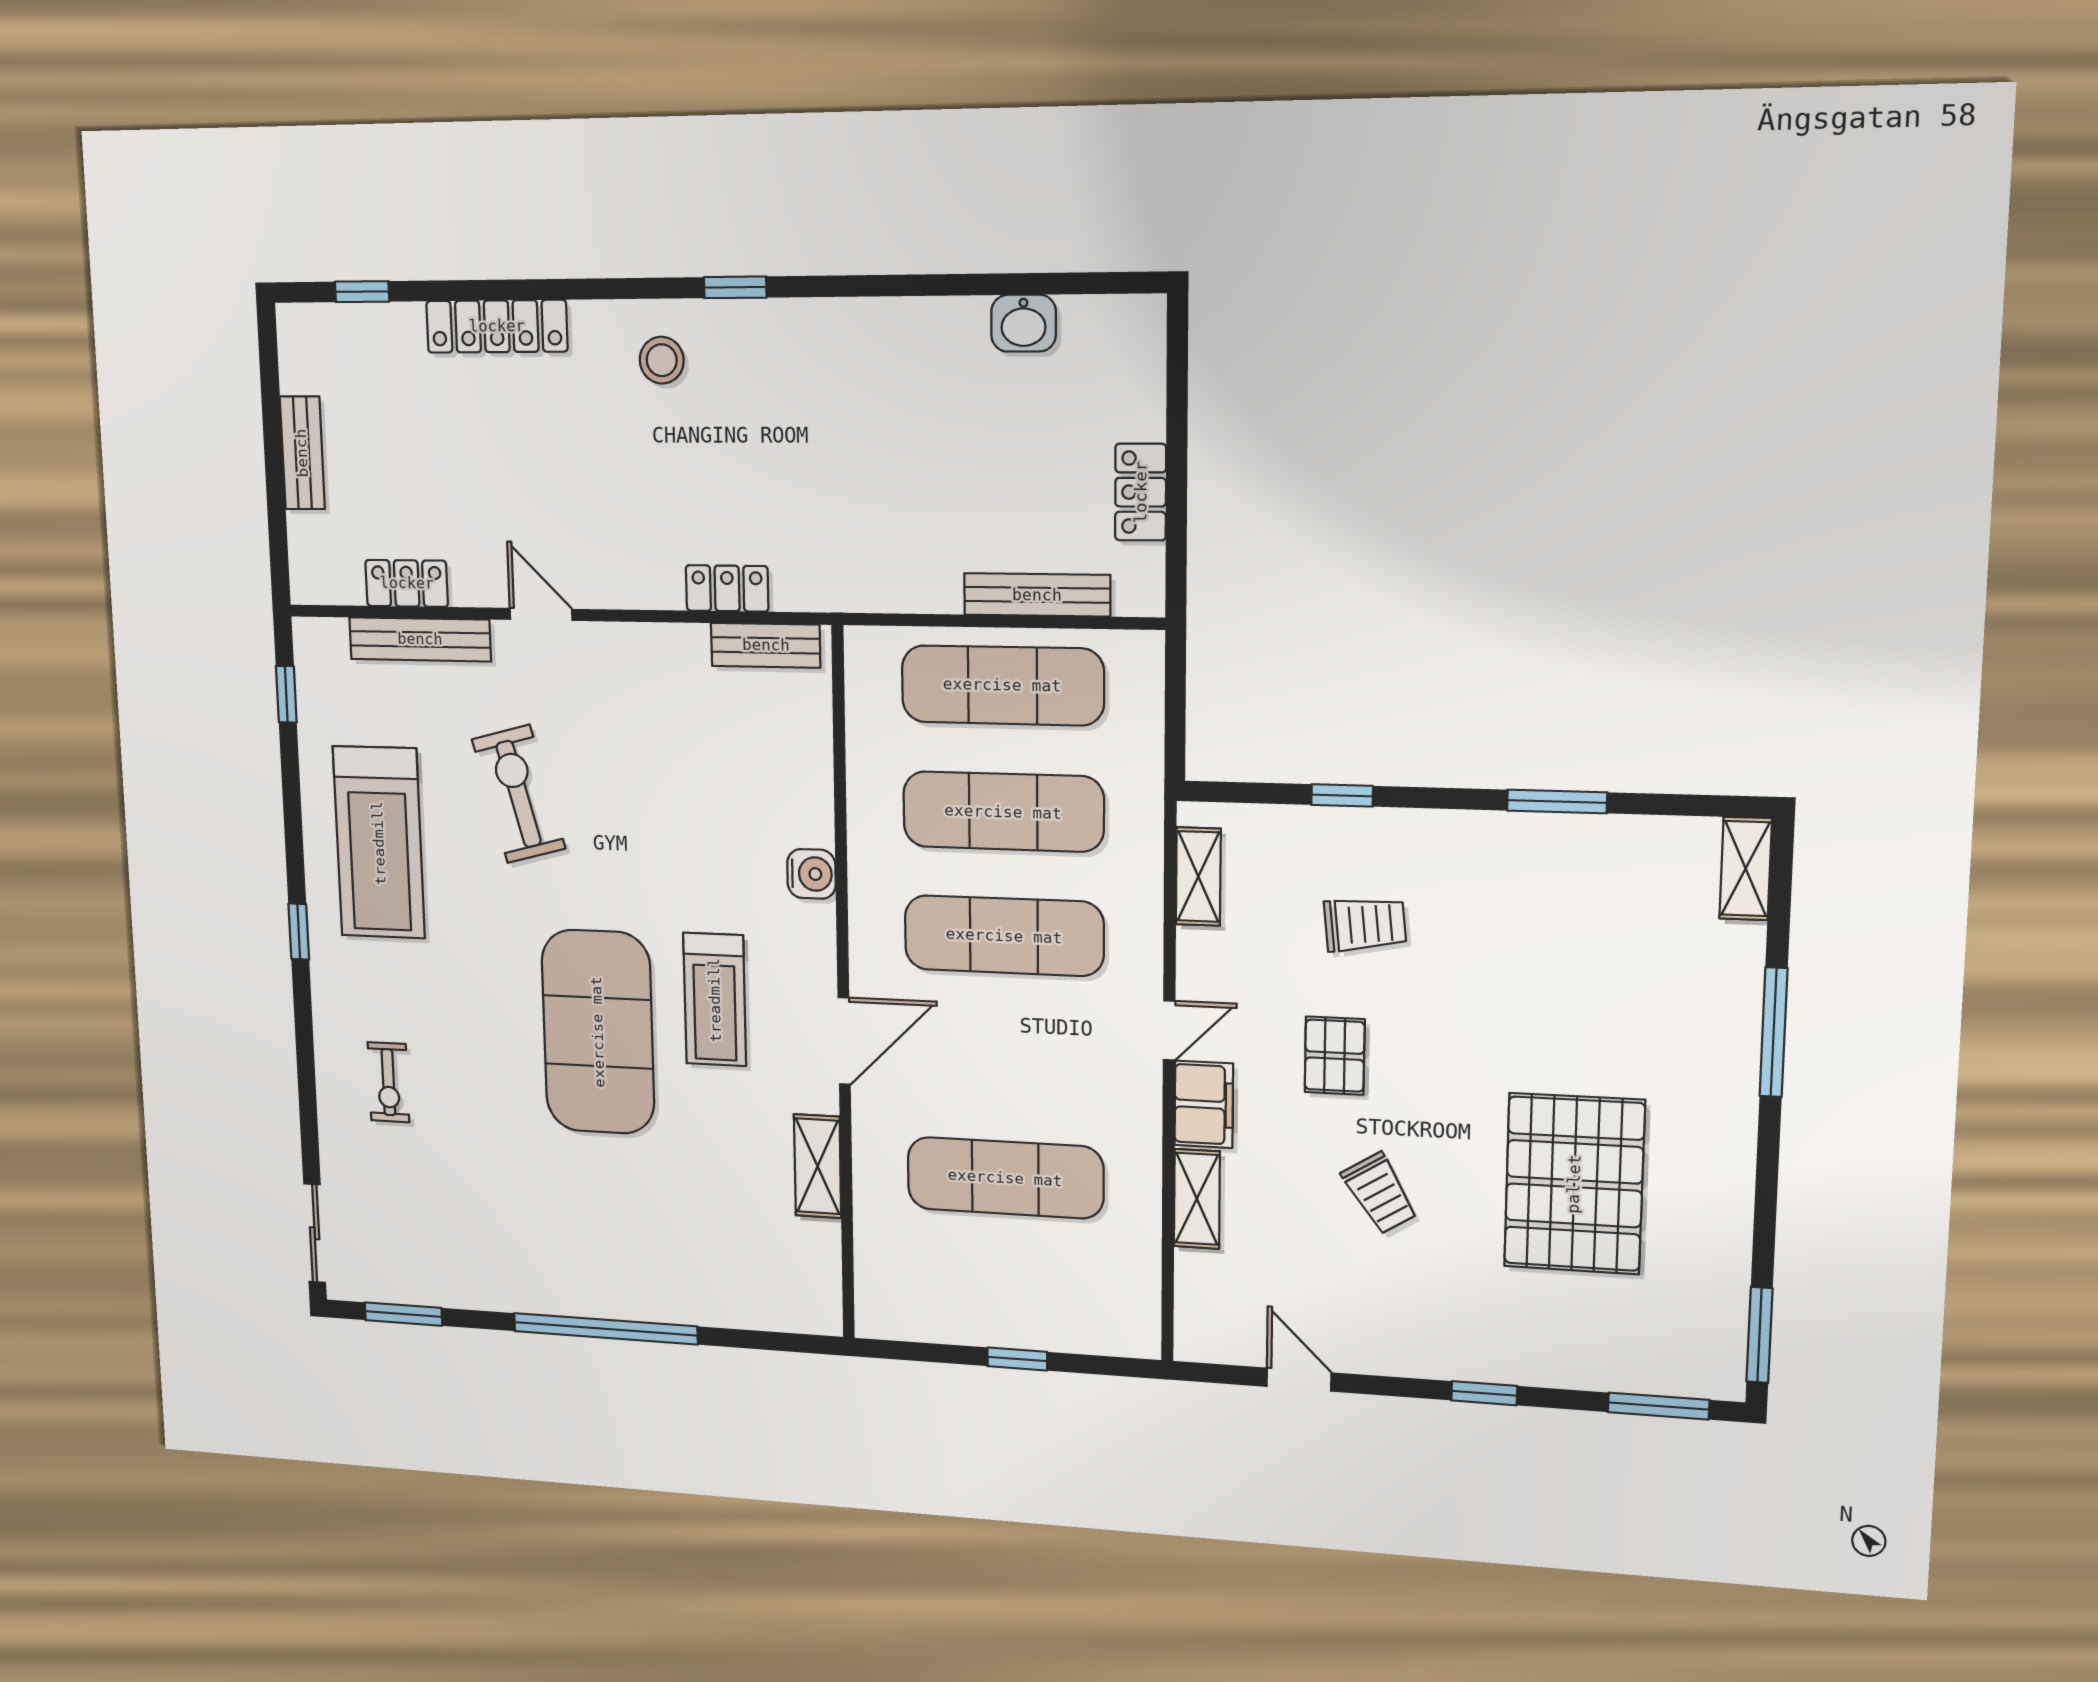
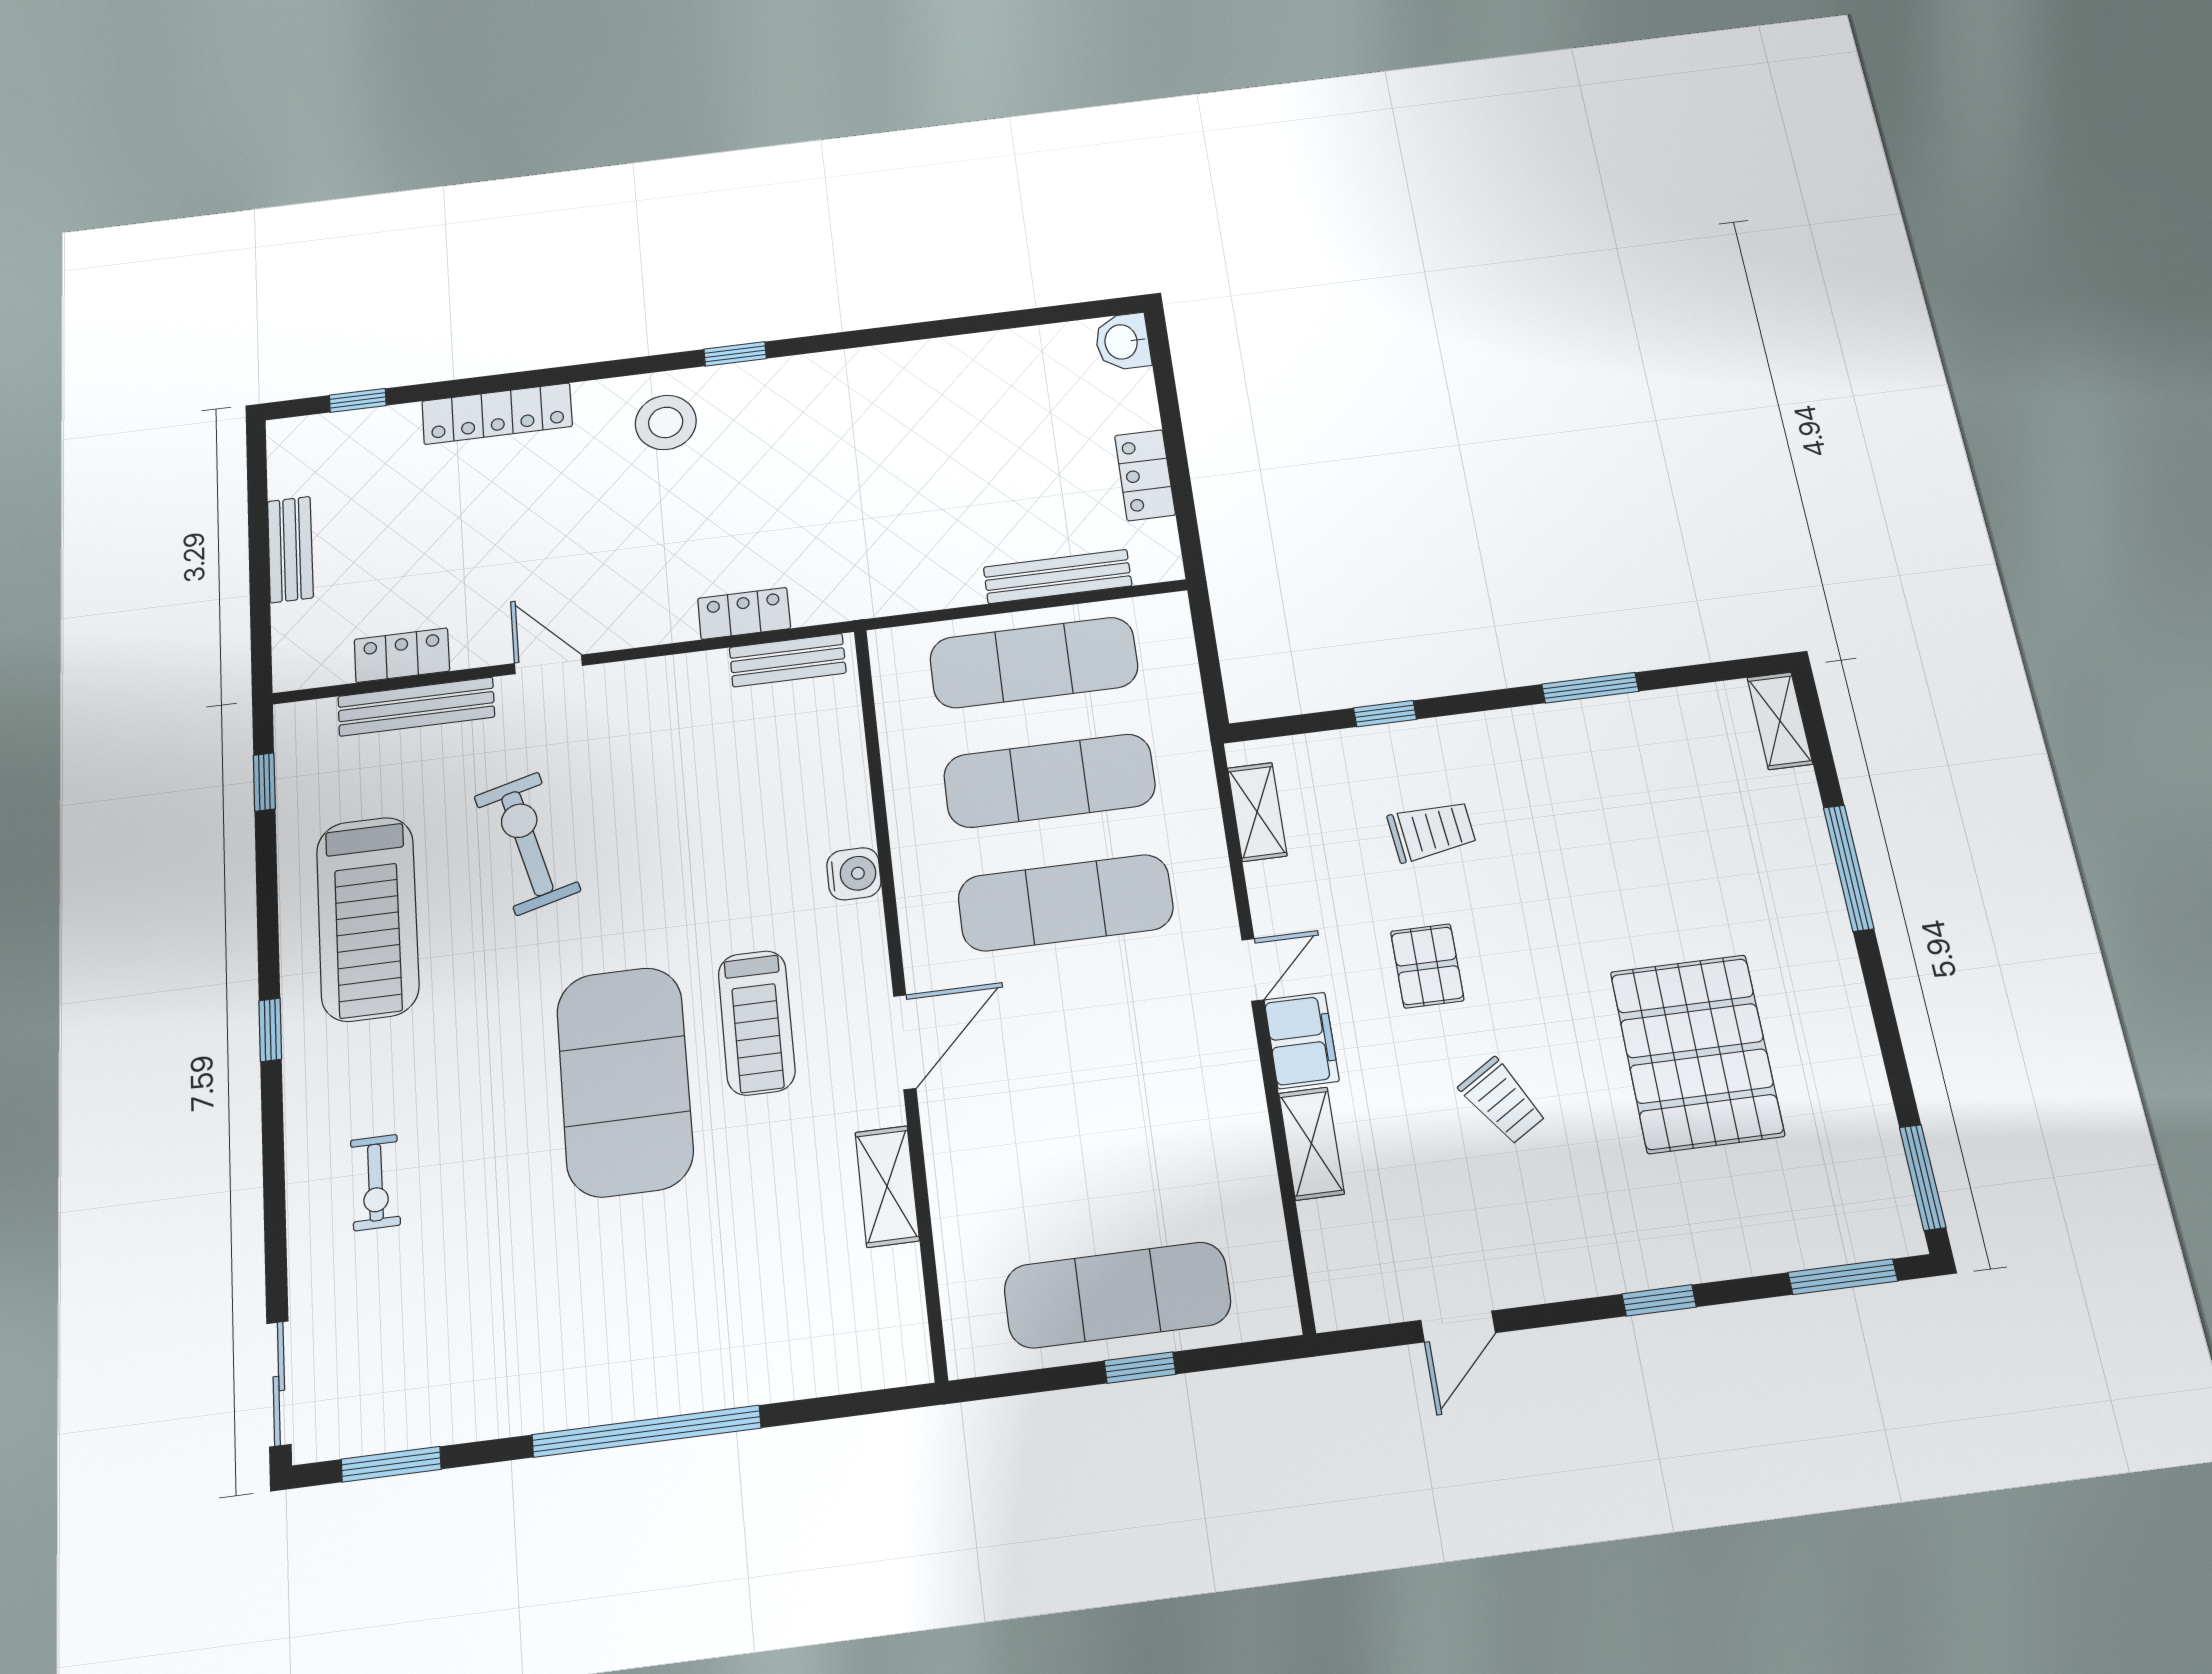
washbasin: (1024, 323) -> (1123, 342), moved, turned 90
stool: (662, 360) -> (666, 422), width x1.38, depth x1.38
exercise mat: (1005, 1178) -> (1117, 1295), moved
door: (1299, 1380) -> (1458, 1326), swing flipped

